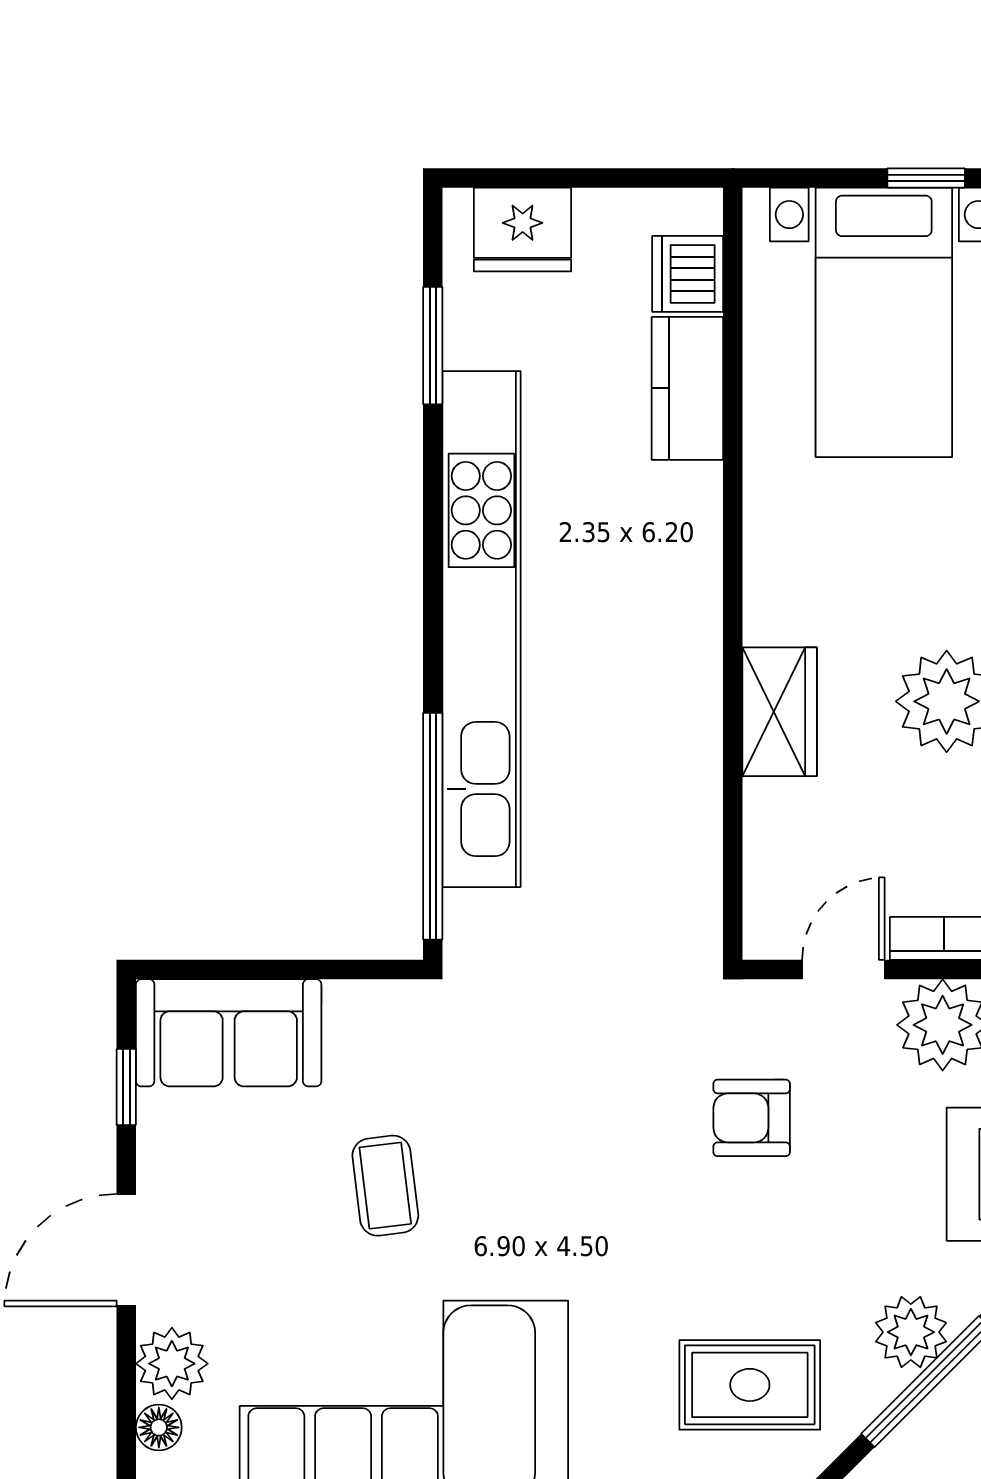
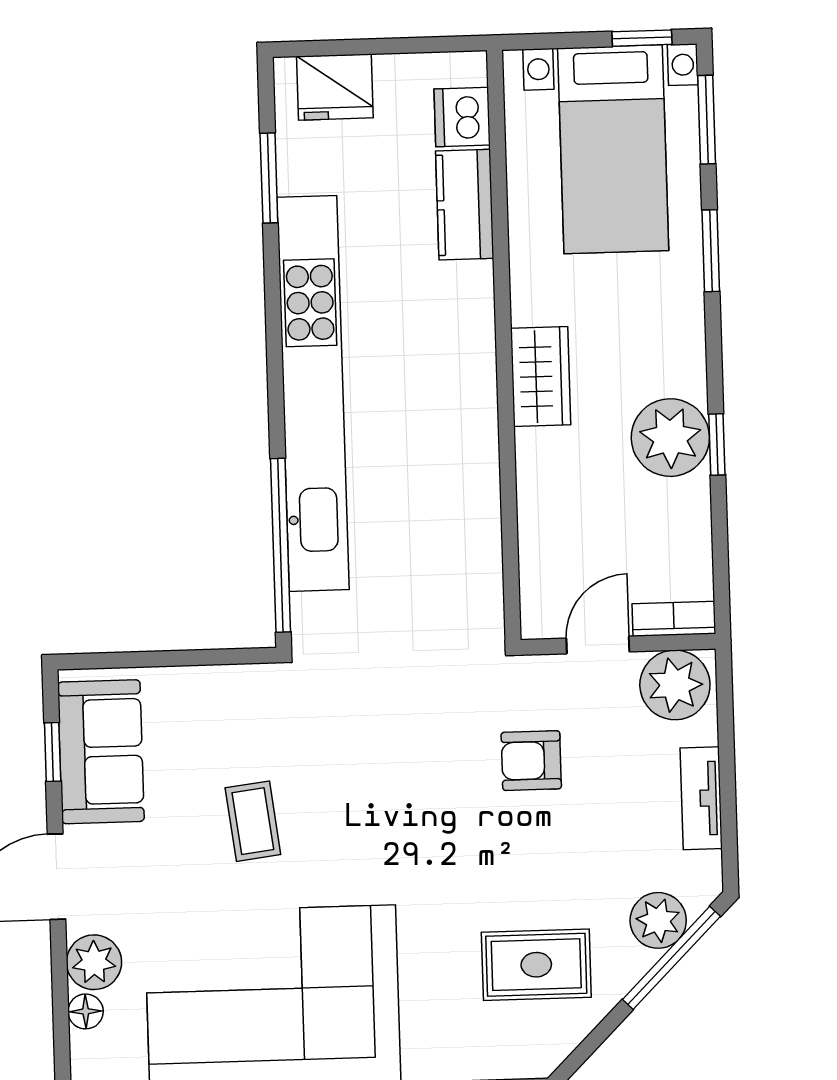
wardrobe: (780, 712) -> (541, 376), moved
sofa: (229, 1033) -> (101, 752), moved, turned -90

